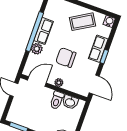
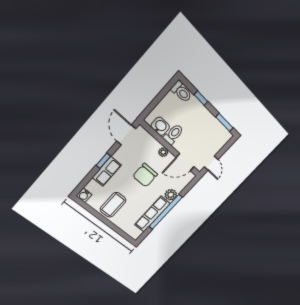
coffee table: (83, 22) -> (113, 205), turned -59
row of seats: (43, 31) -> (152, 214), width x1.48
chair: (66, 58) -> (145, 175), turned 90

